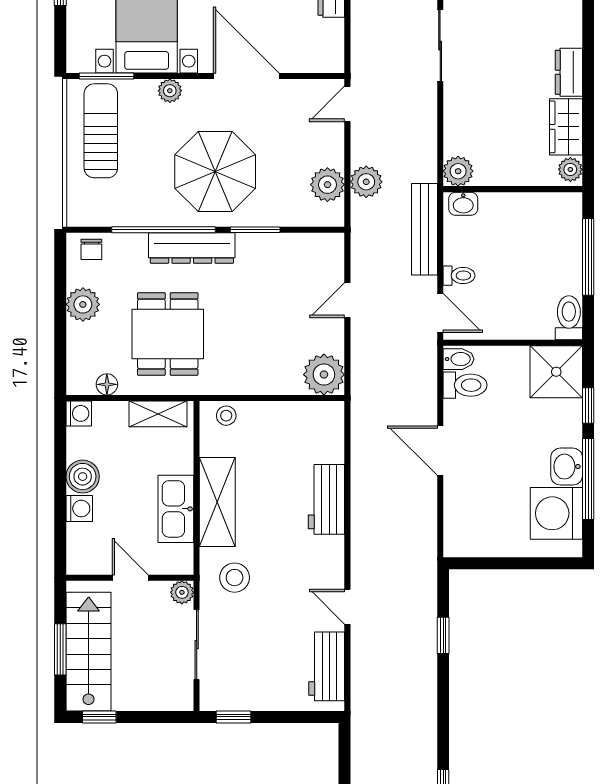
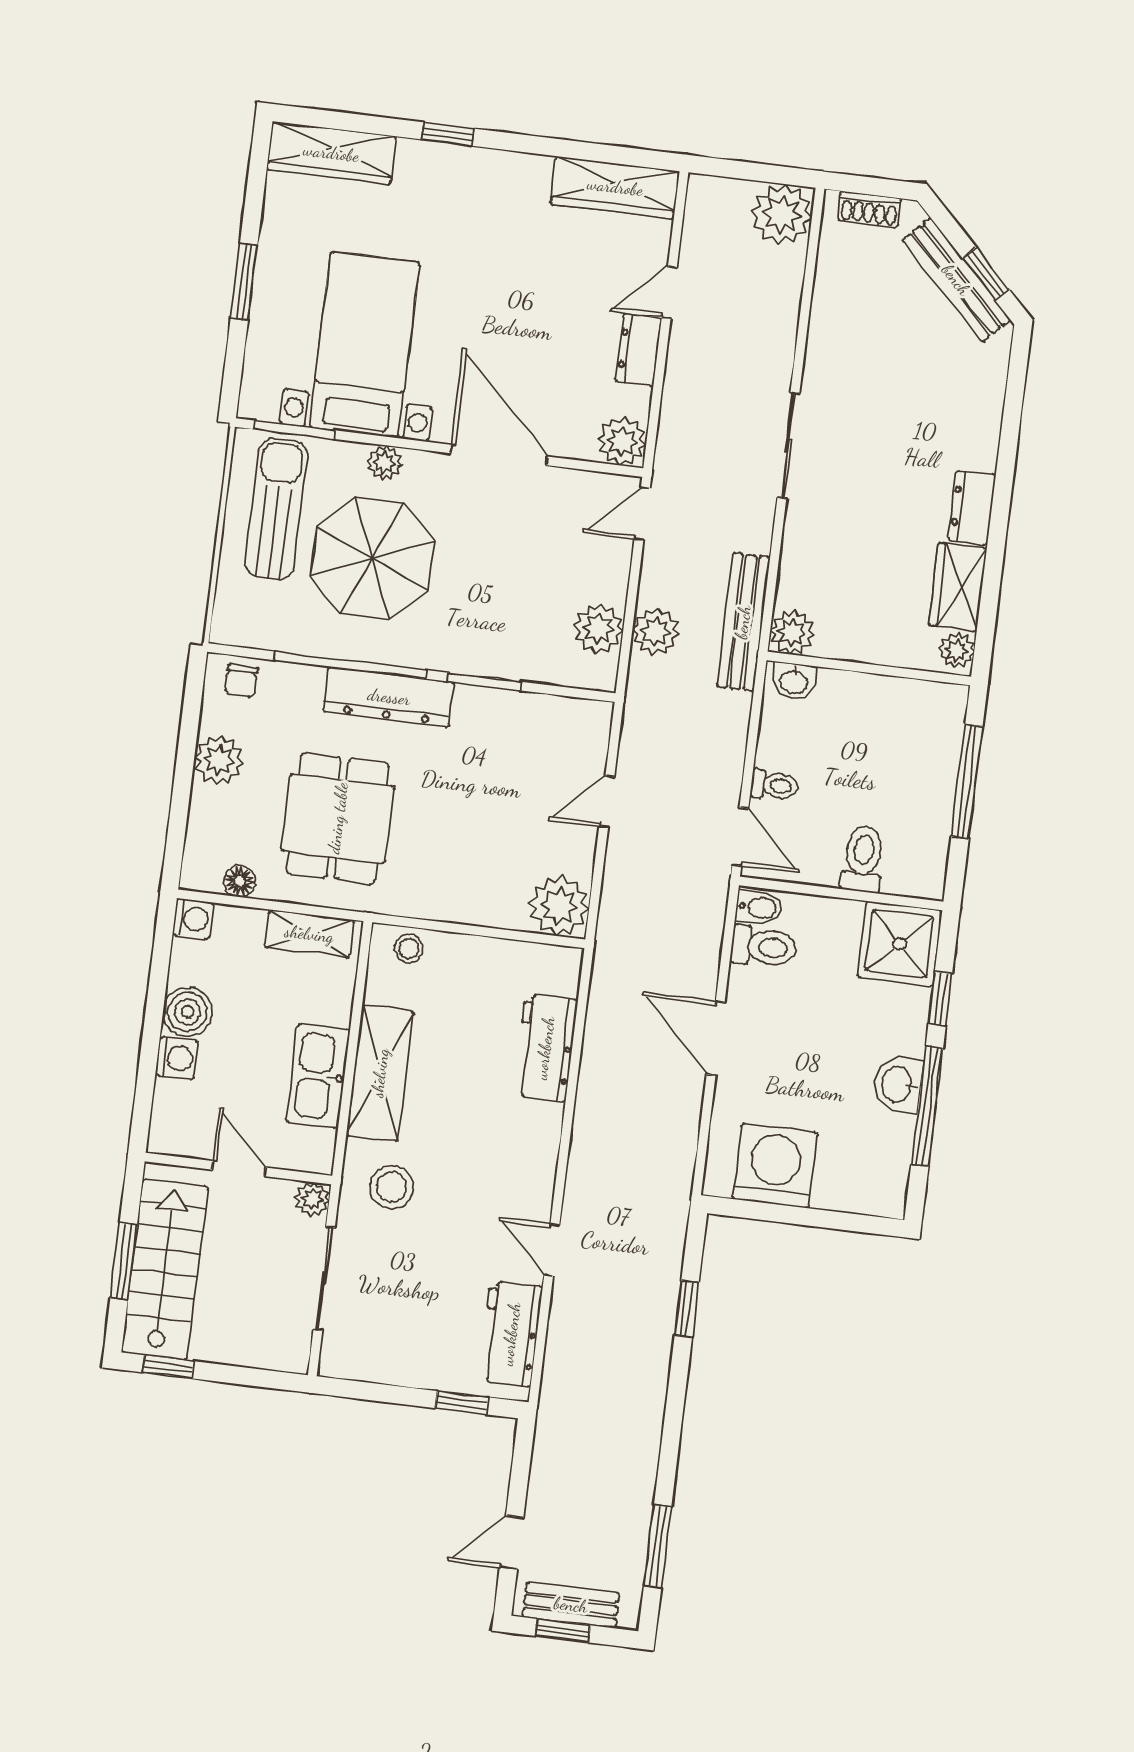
plant: (328, 57) -> (622, 441), added
parasol: (215, 171) -> (372, 558), moved
bench: (424, 229) -> (743, 622), moved
toilet: (569, 318) -> (863, 859), moved
workbench: (326, 499) -> (545, 1048), moved
washing machine: (556, 513) -> (775, 1166), moved, turned 90
window: (233, 717) -> (462, 1403), moved

